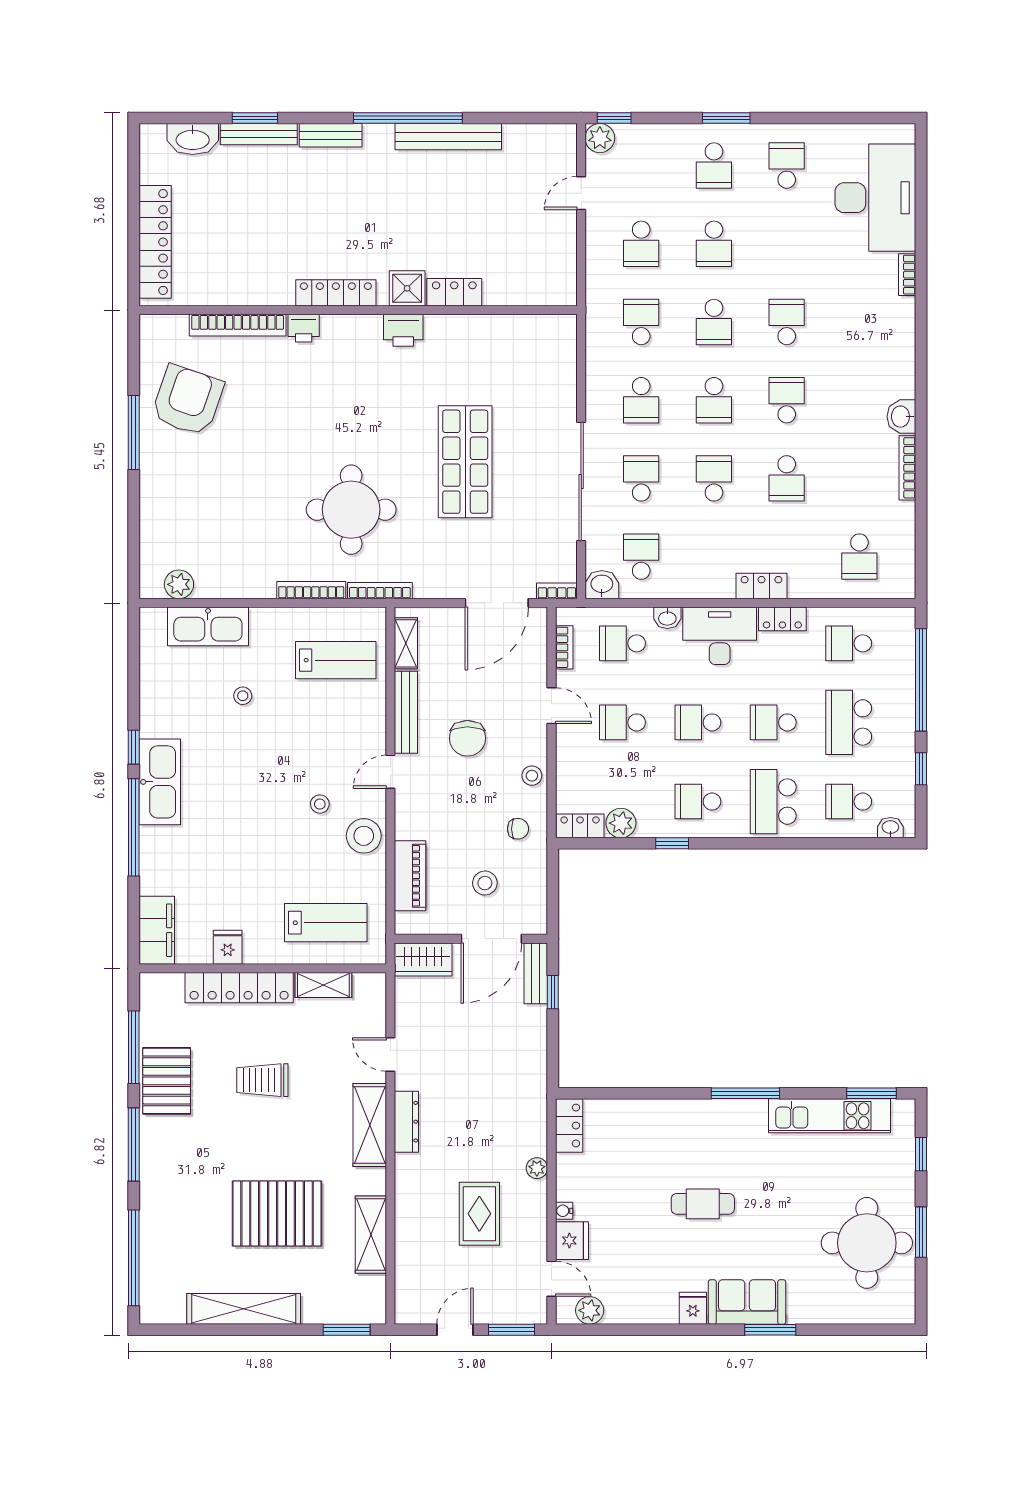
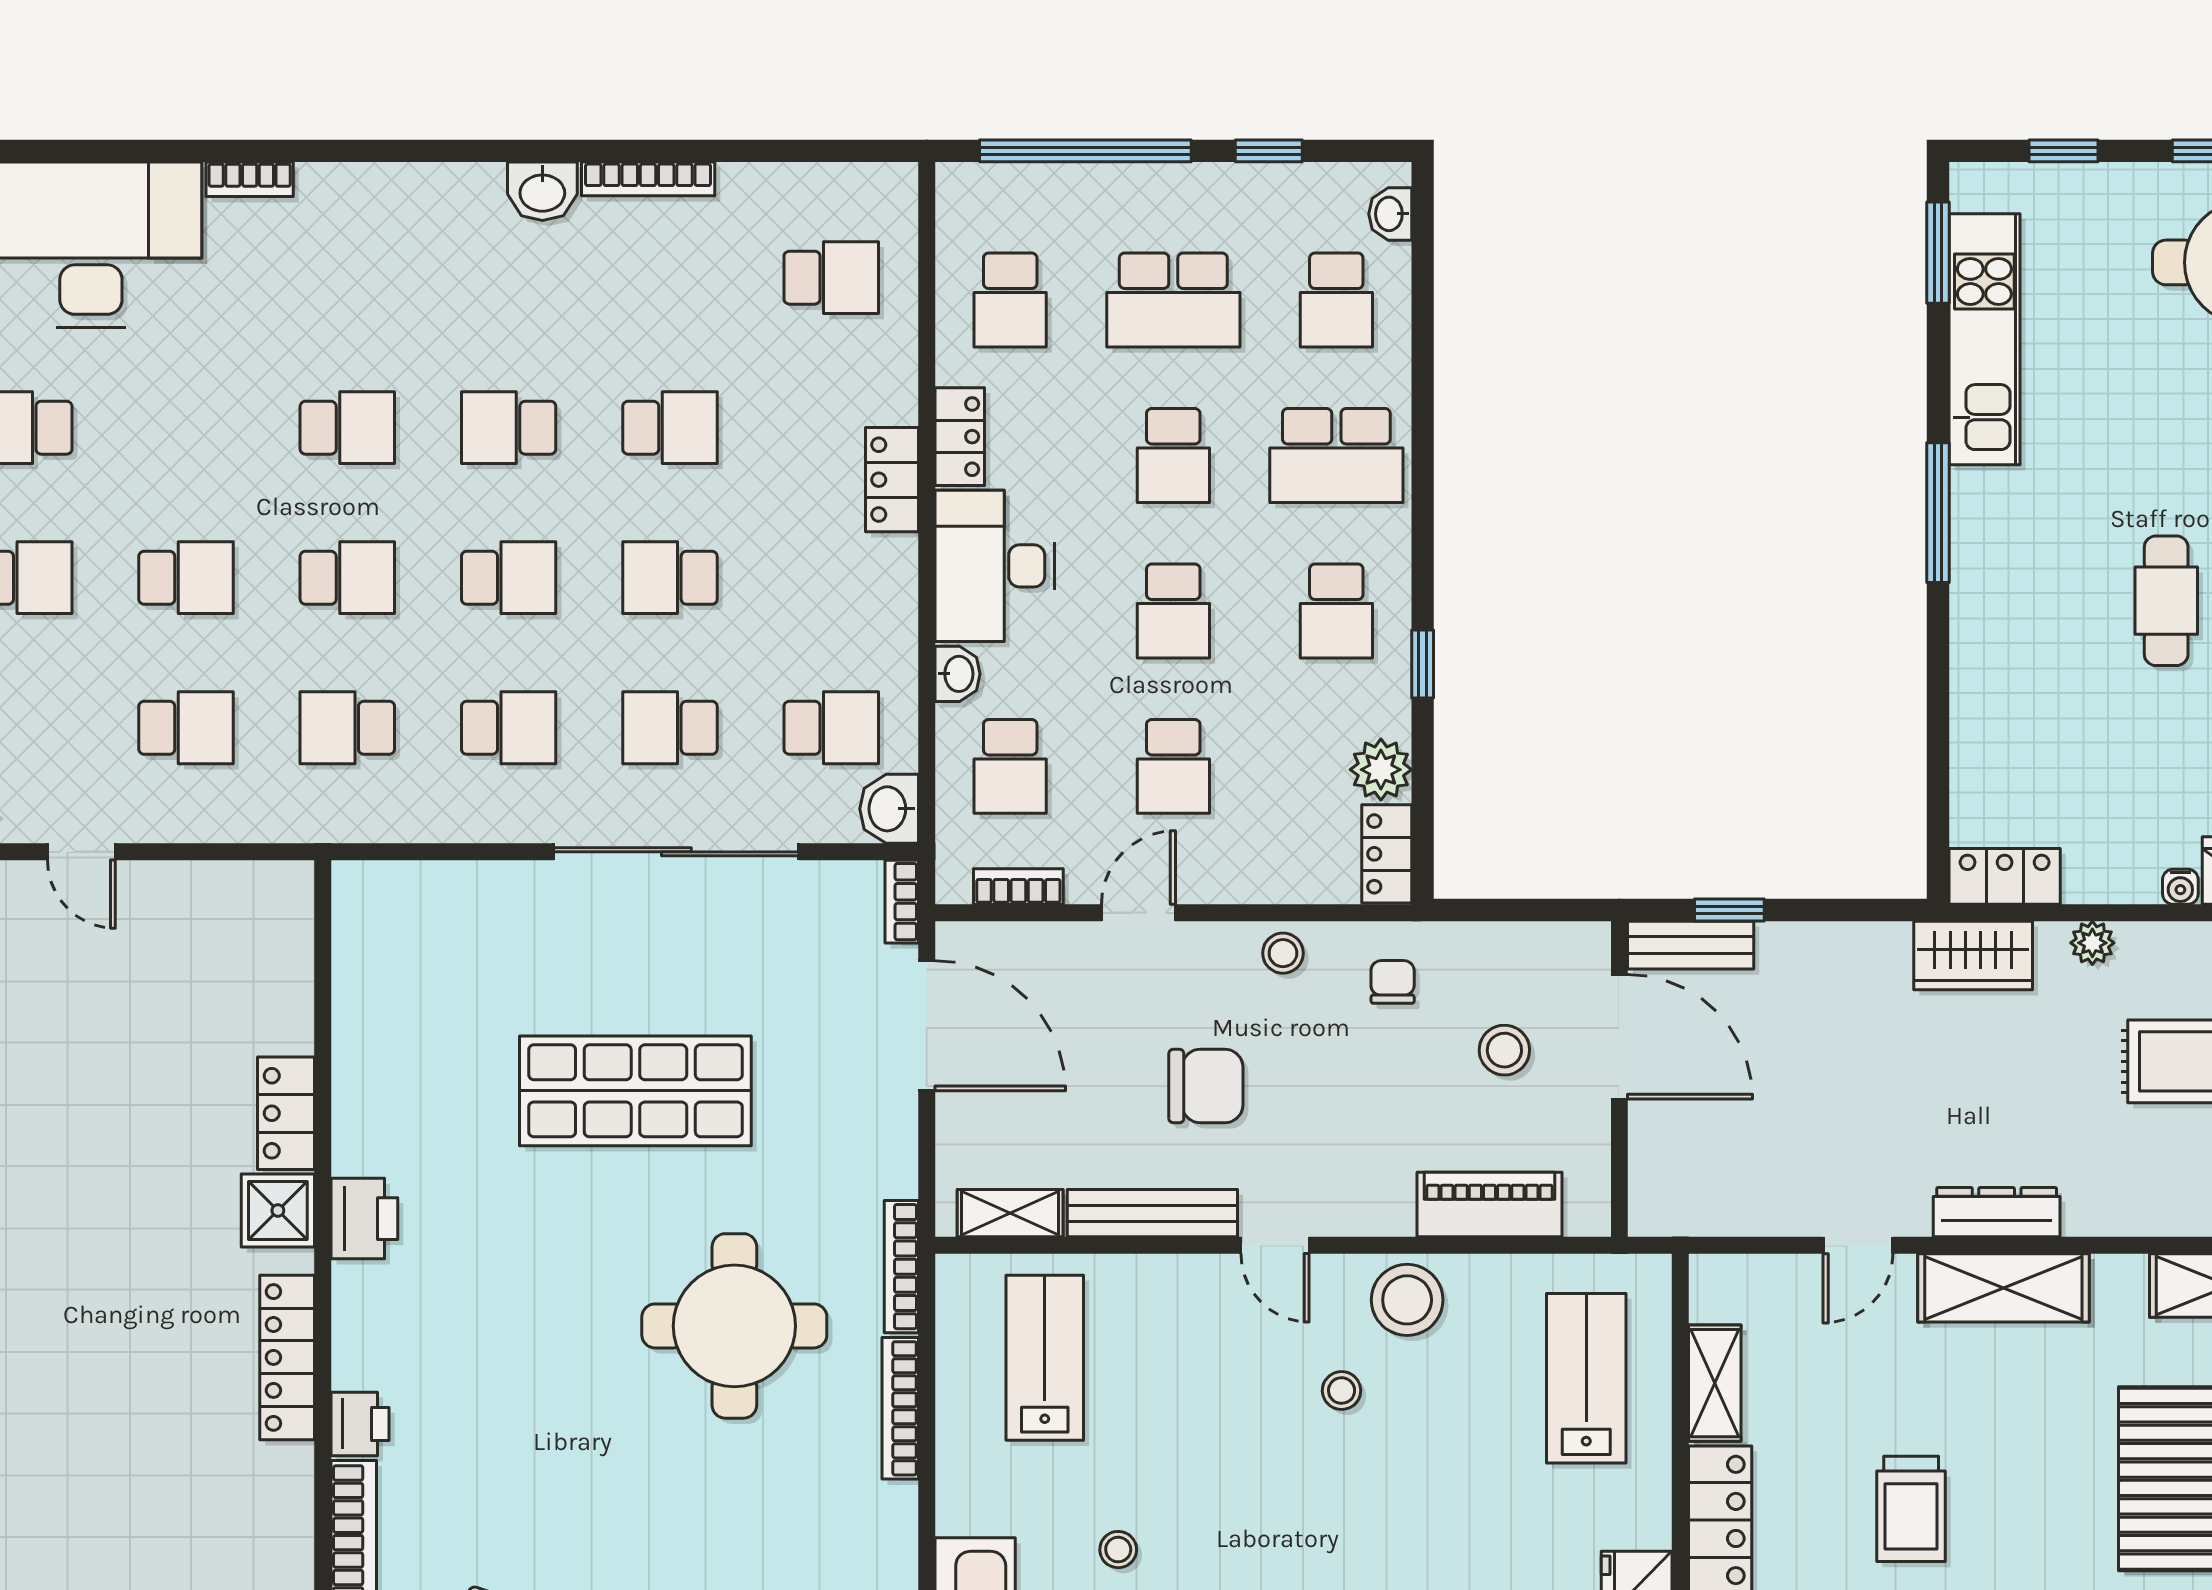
school desk: (787, 322) -> (347, 428), turned 180
school desk: (641, 557) -> (831, 728), turned 180
wardrobe: (423, 959) -> (1973, 955), moved, turned 90

